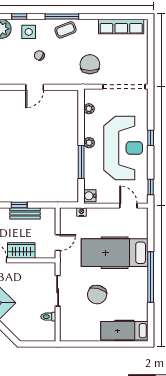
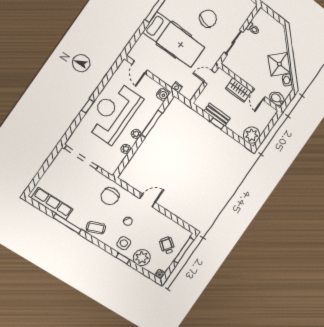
window: (62, 17) -> (67, 224), moved
chair: (90, 64) -> (110, 196), moved
plant: (89, 109) -> (126, 149), moved
window: (151, 187) -> (113, 69), removed

